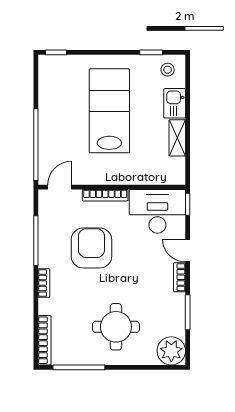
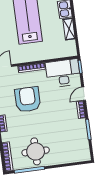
door: (188, 251) -> (84, 94), hinge flipped
round table: (116, 327) -> (36, 151), moved
plant: (171, 351) -> (82, 153), removed

